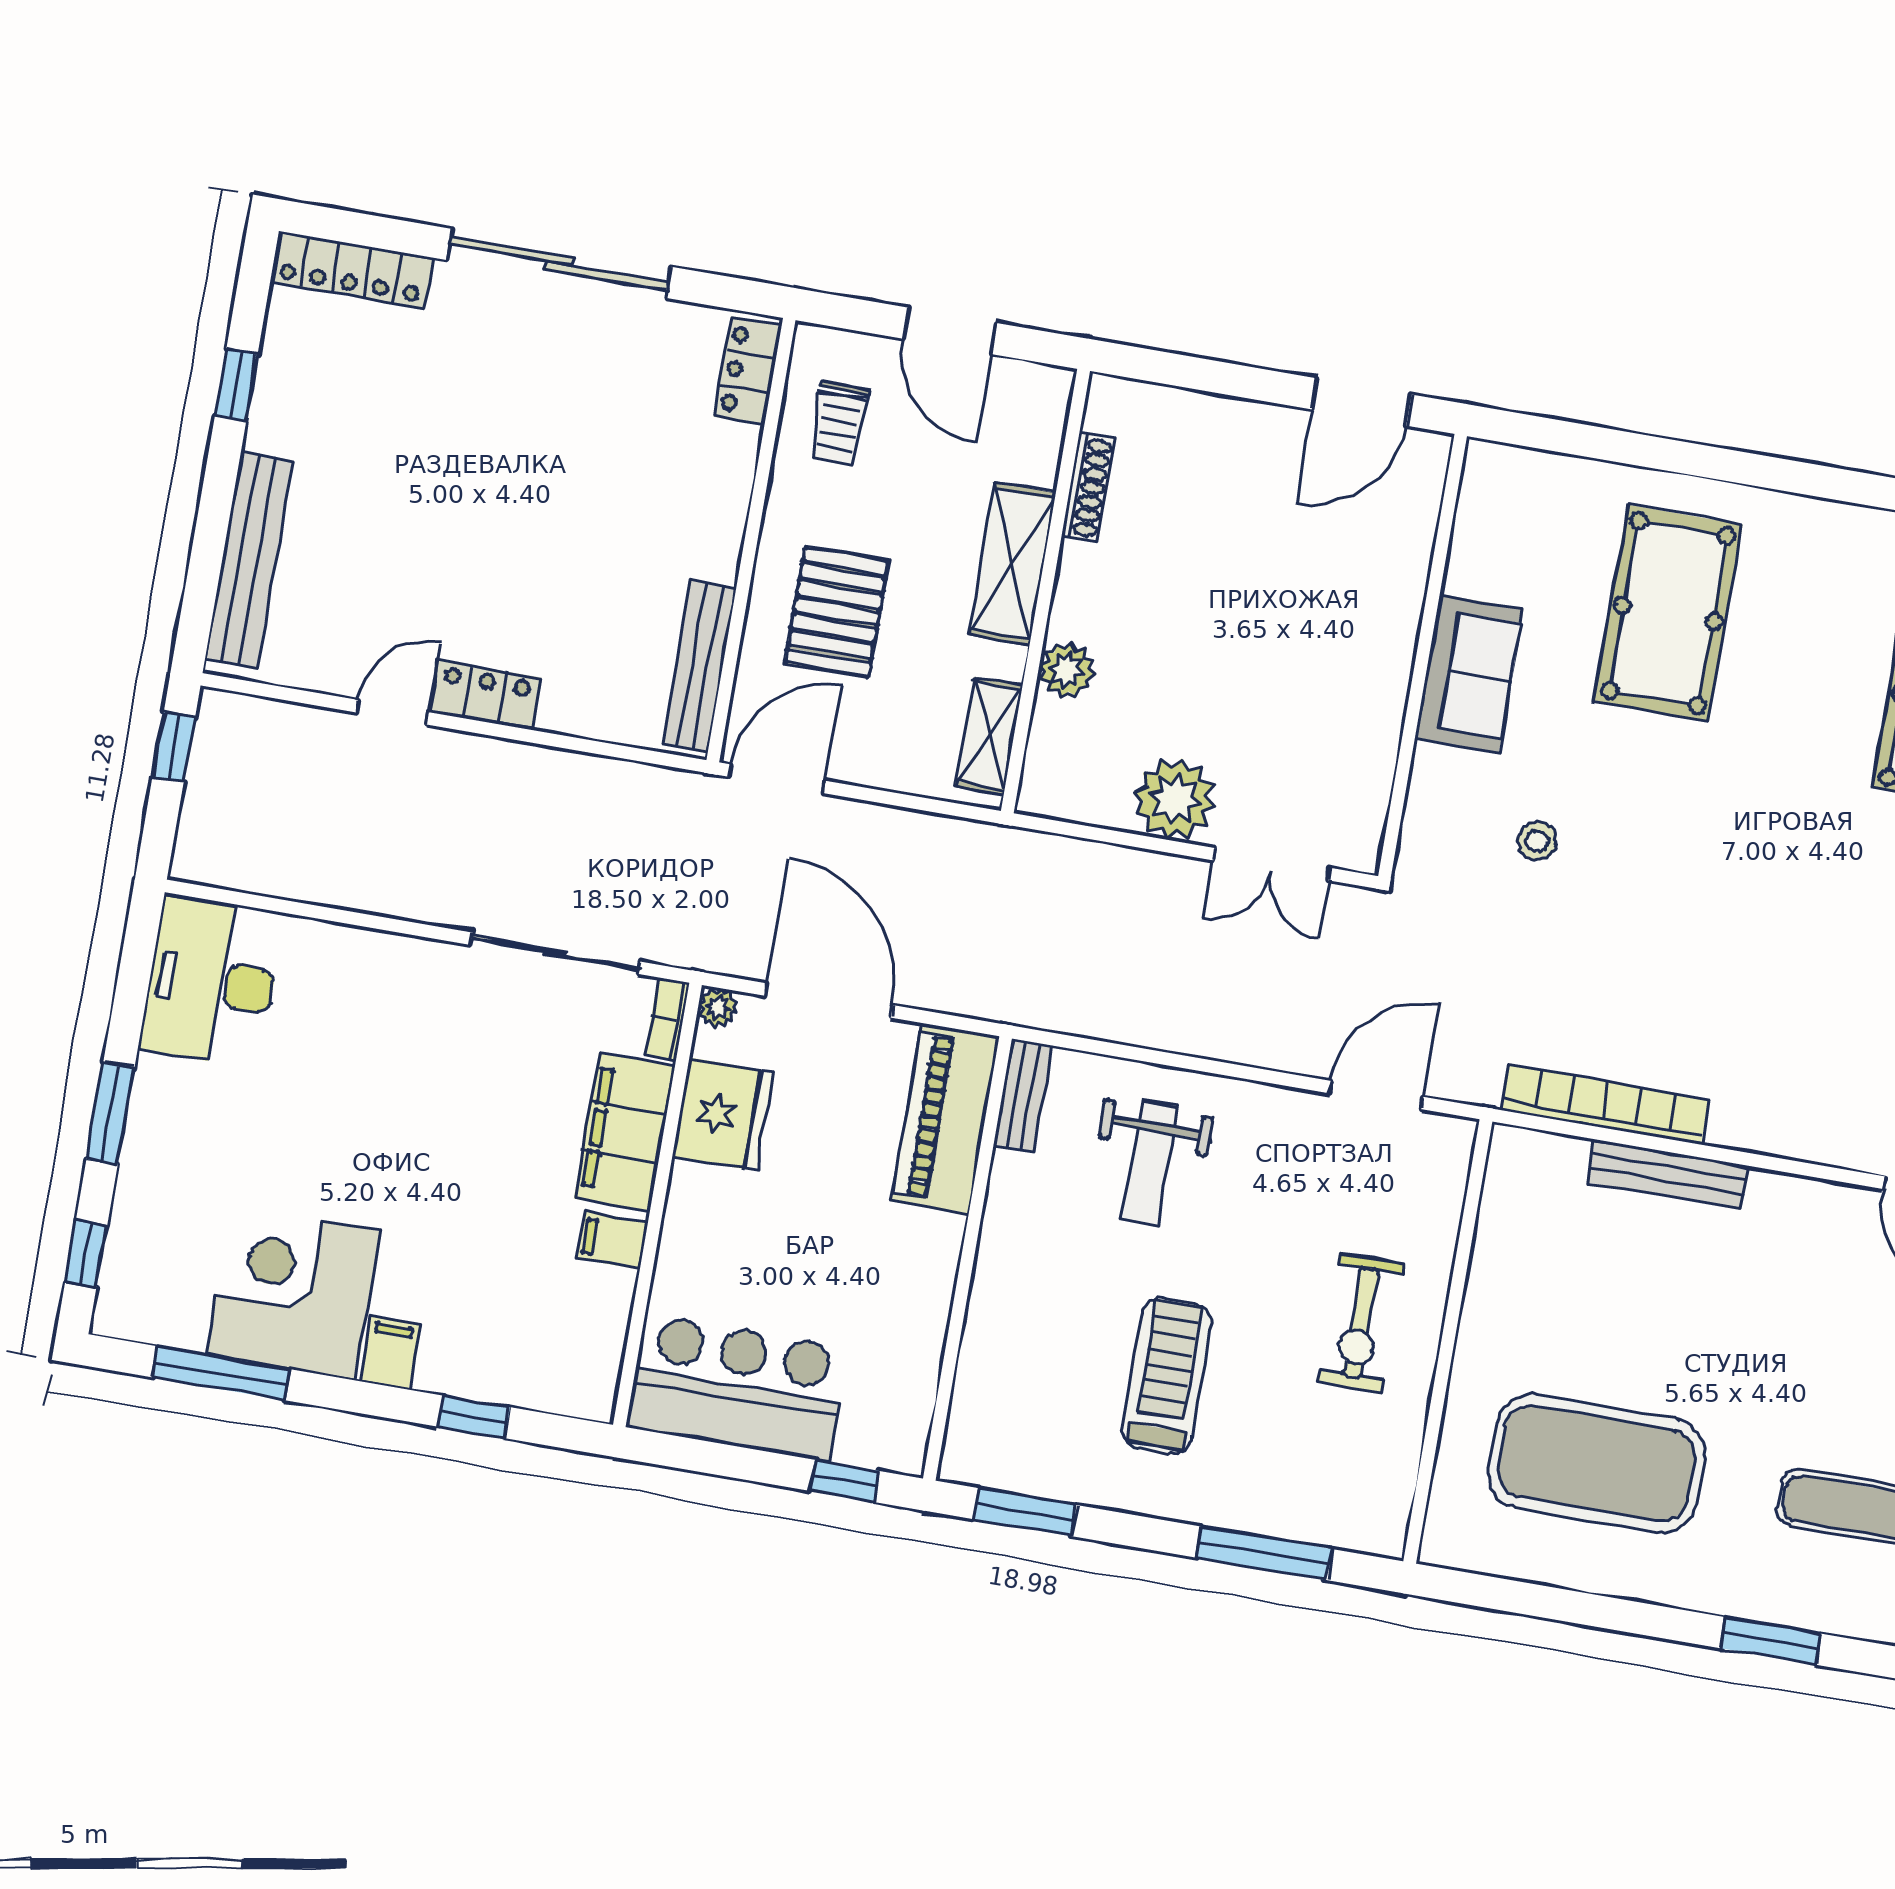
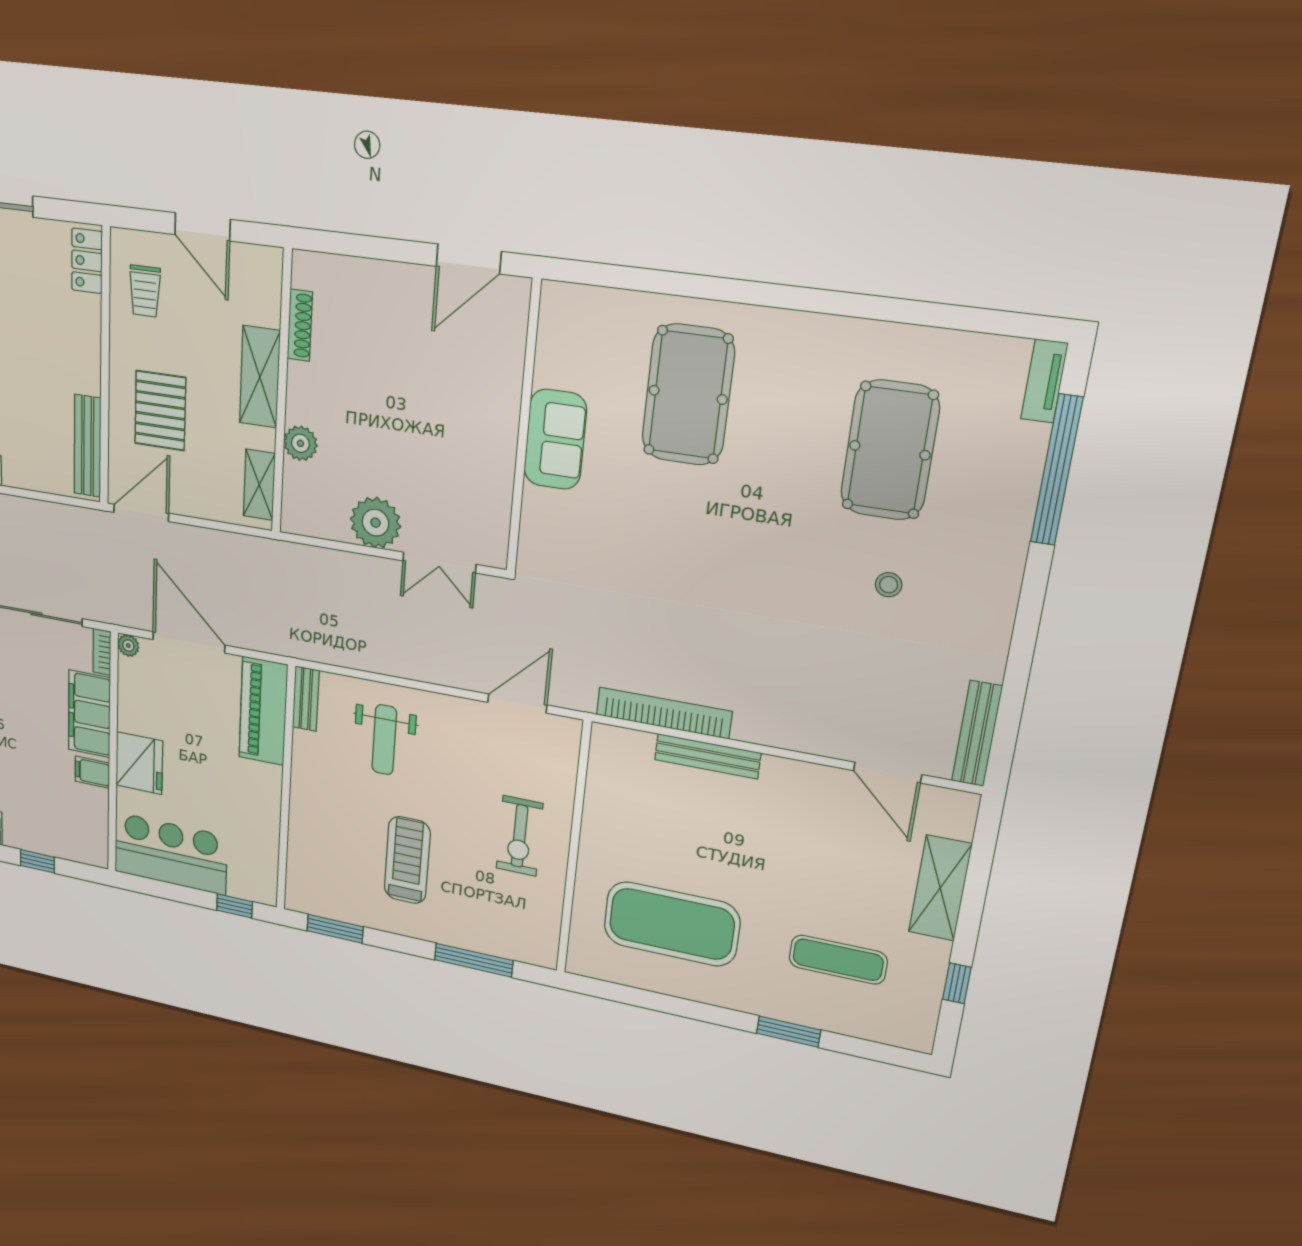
stool: (1537, 841) -> (608, 547), removed
fridge: (723, 1114) -> (139, 763), moved

